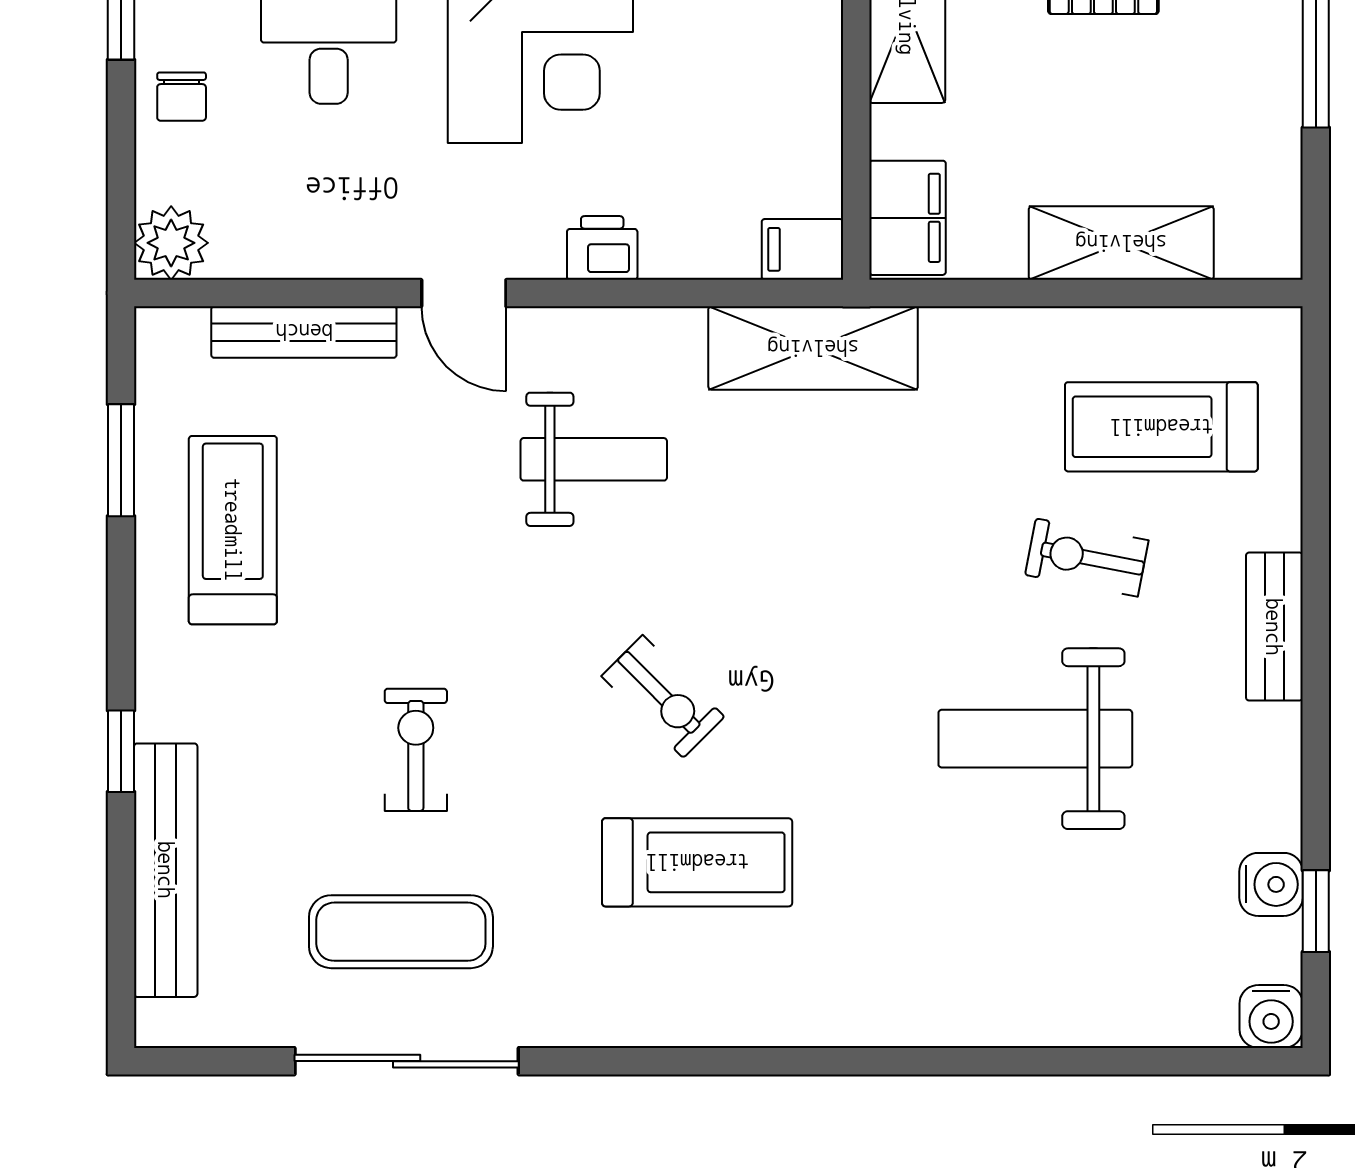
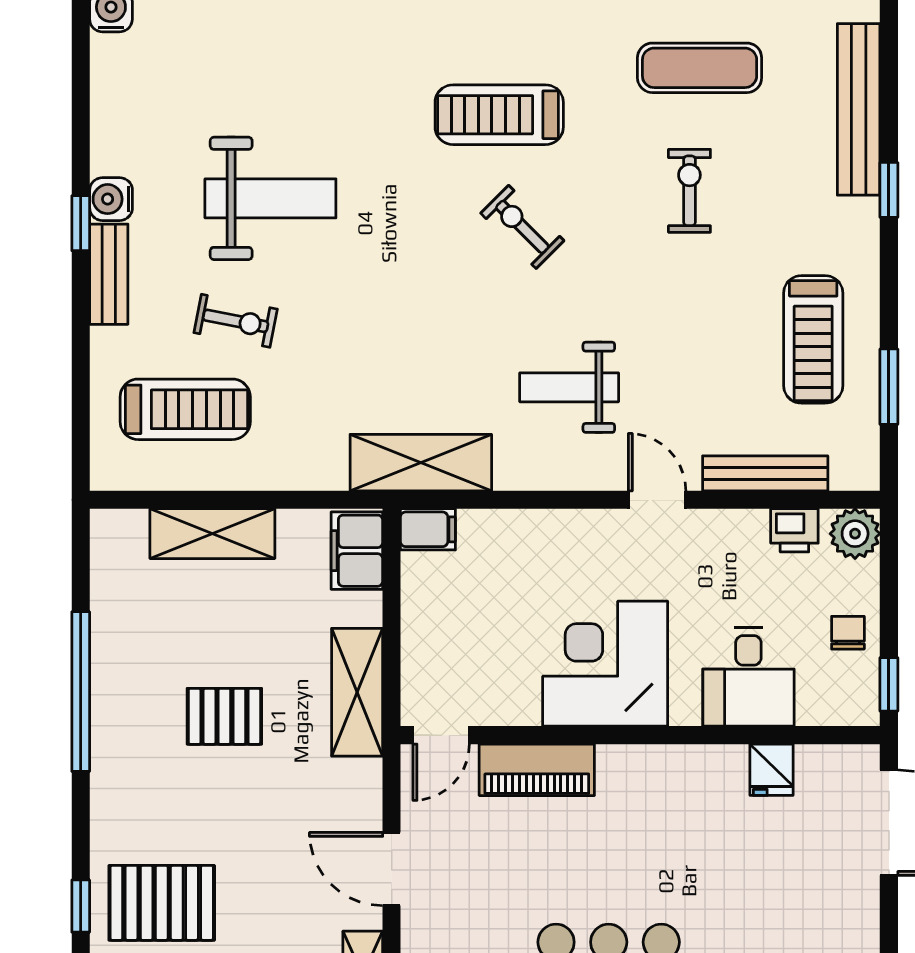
printer: (602, 248) -> (794, 530), moved
exercise bike: (416, 750) -> (689, 191), turned 180
water cooler: (1271, 884) -> (111, 199), moved
window: (1316, 911) -> (81, 223), moved

